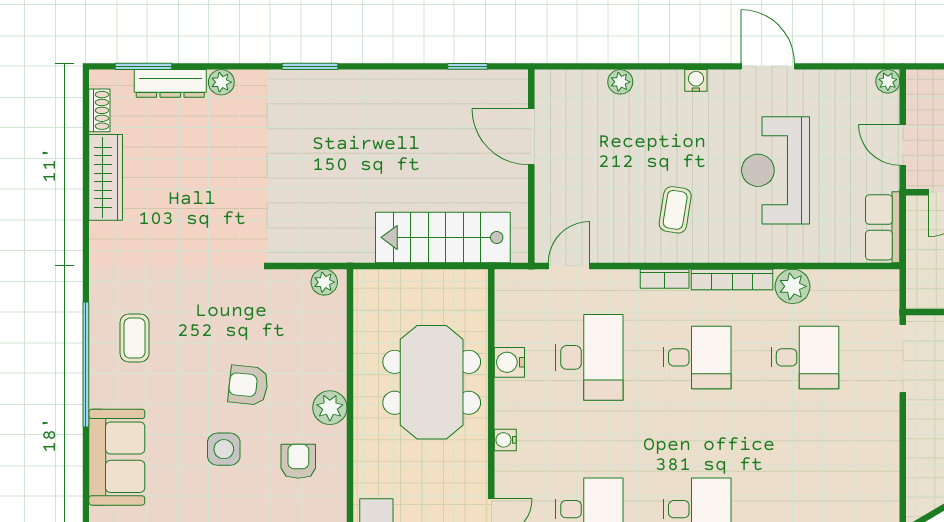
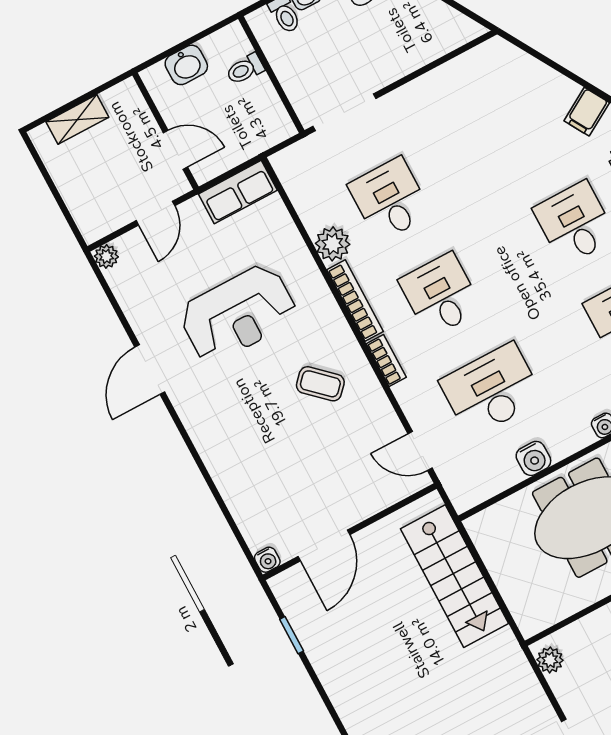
water cooler: (696, 80) -> (267, 560), moved, turned -90
plant: (620, 82) -> (233, 493), removed
coffee table: (675, 210) -> (320, 384), turned 34

